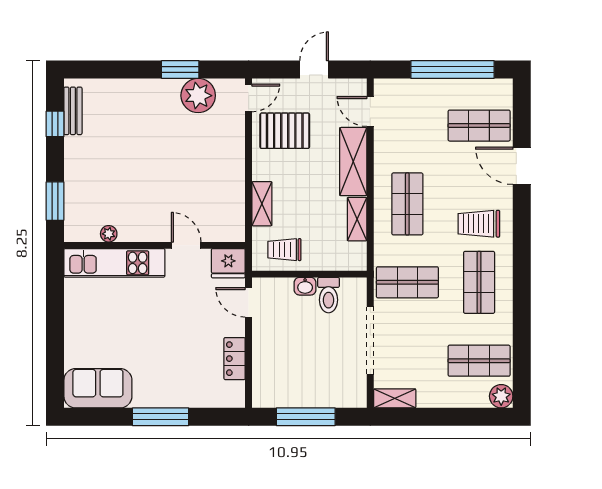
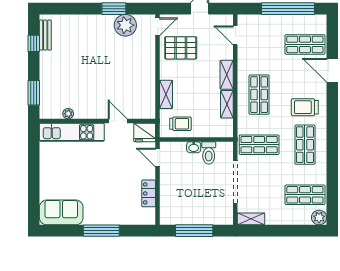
shelving: (353, 162) -> (227, 75), width x0.67, depth x0.75
trolley: (284, 250) -> (180, 124), turned 180

